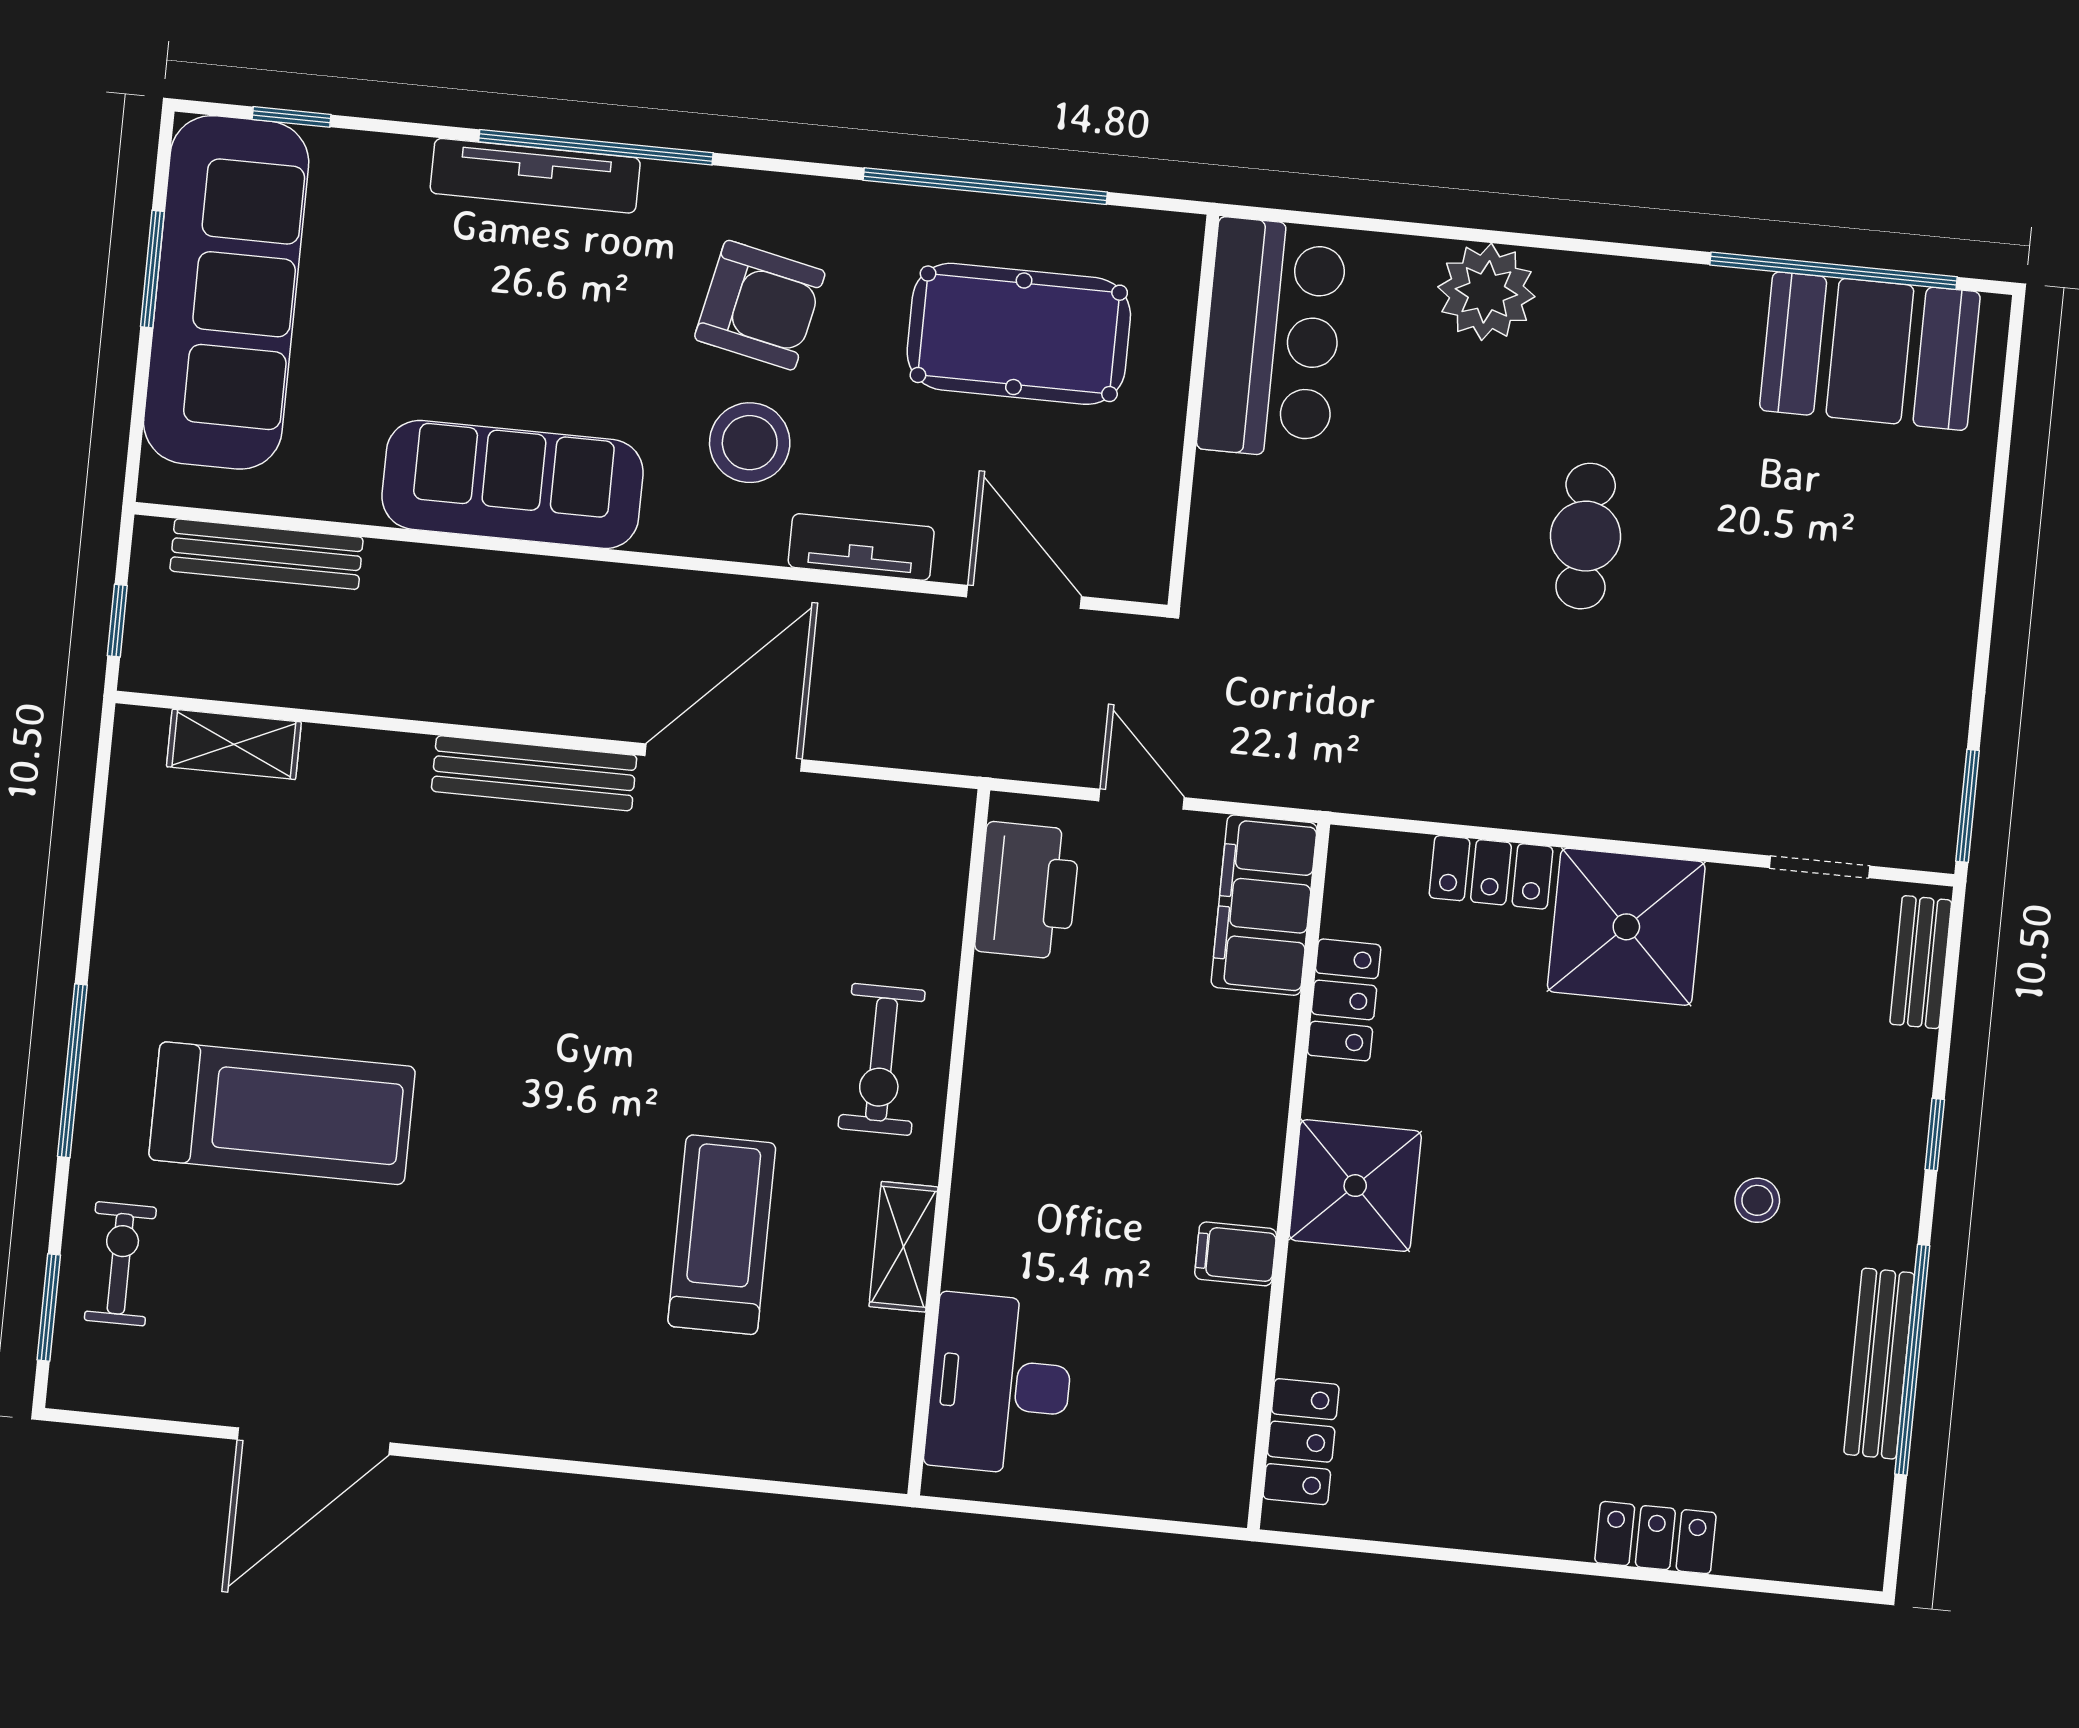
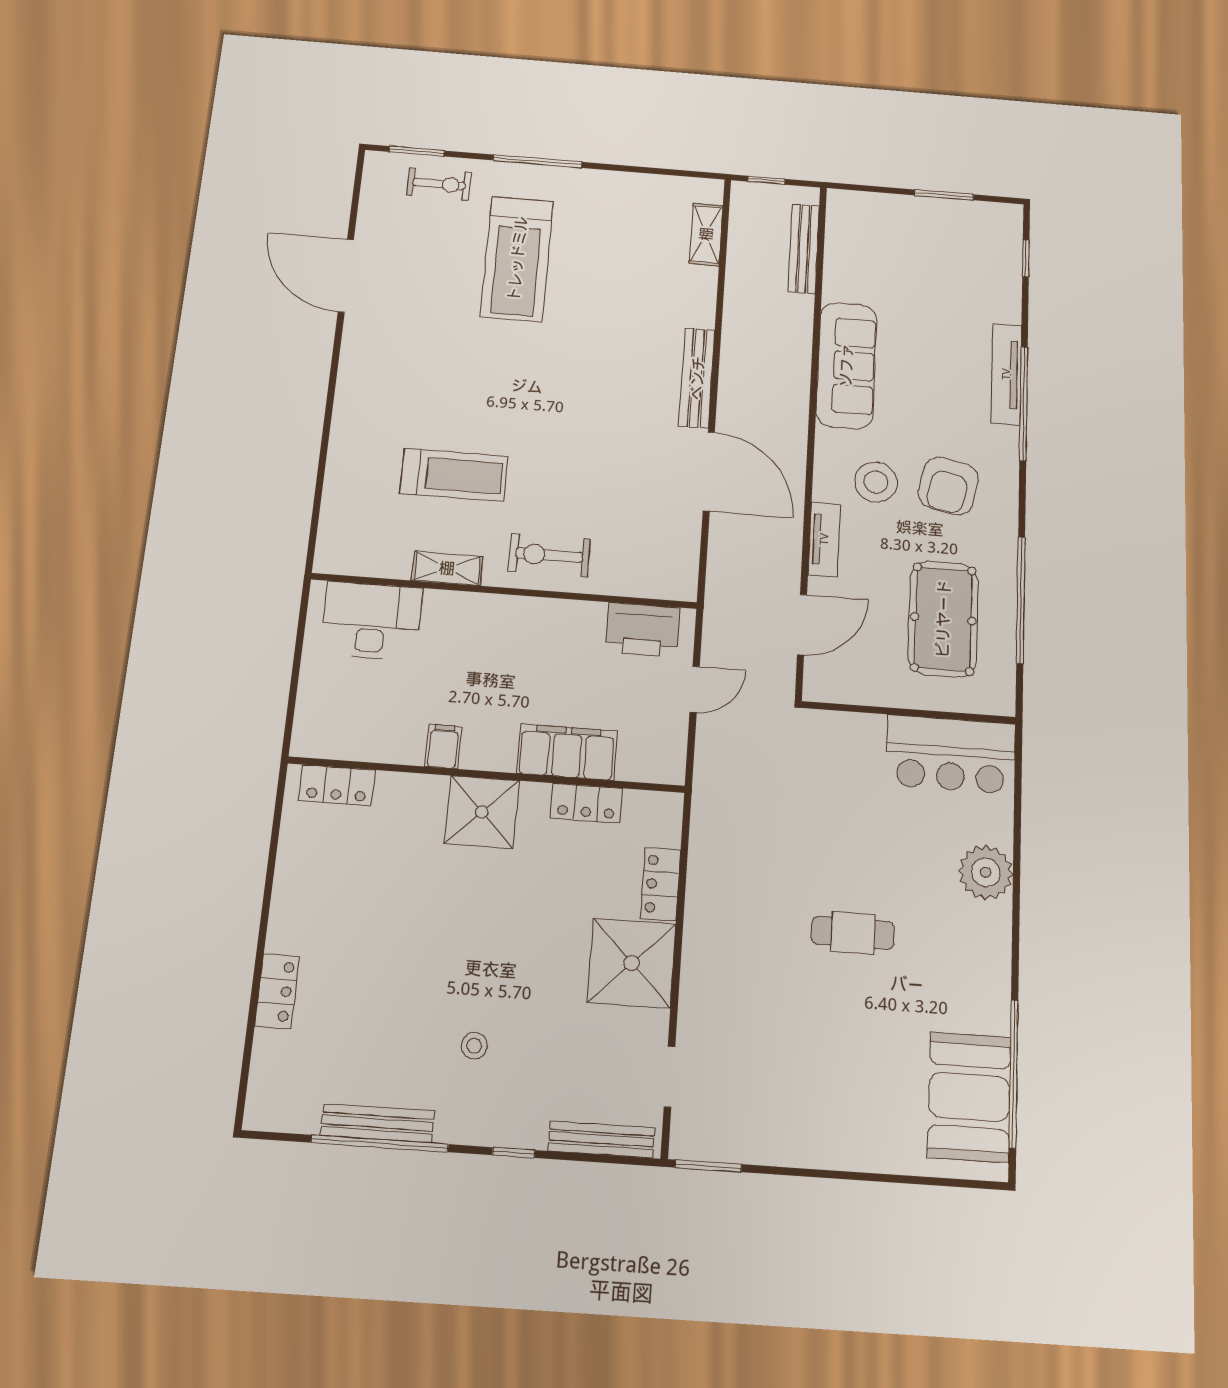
sofa: (226, 292) -> (935, 229), removed
filing cabinet: (1264, 905) -> (567, 752), moved
bench: (1921, 962) -> (601, 1139), width x1.36

